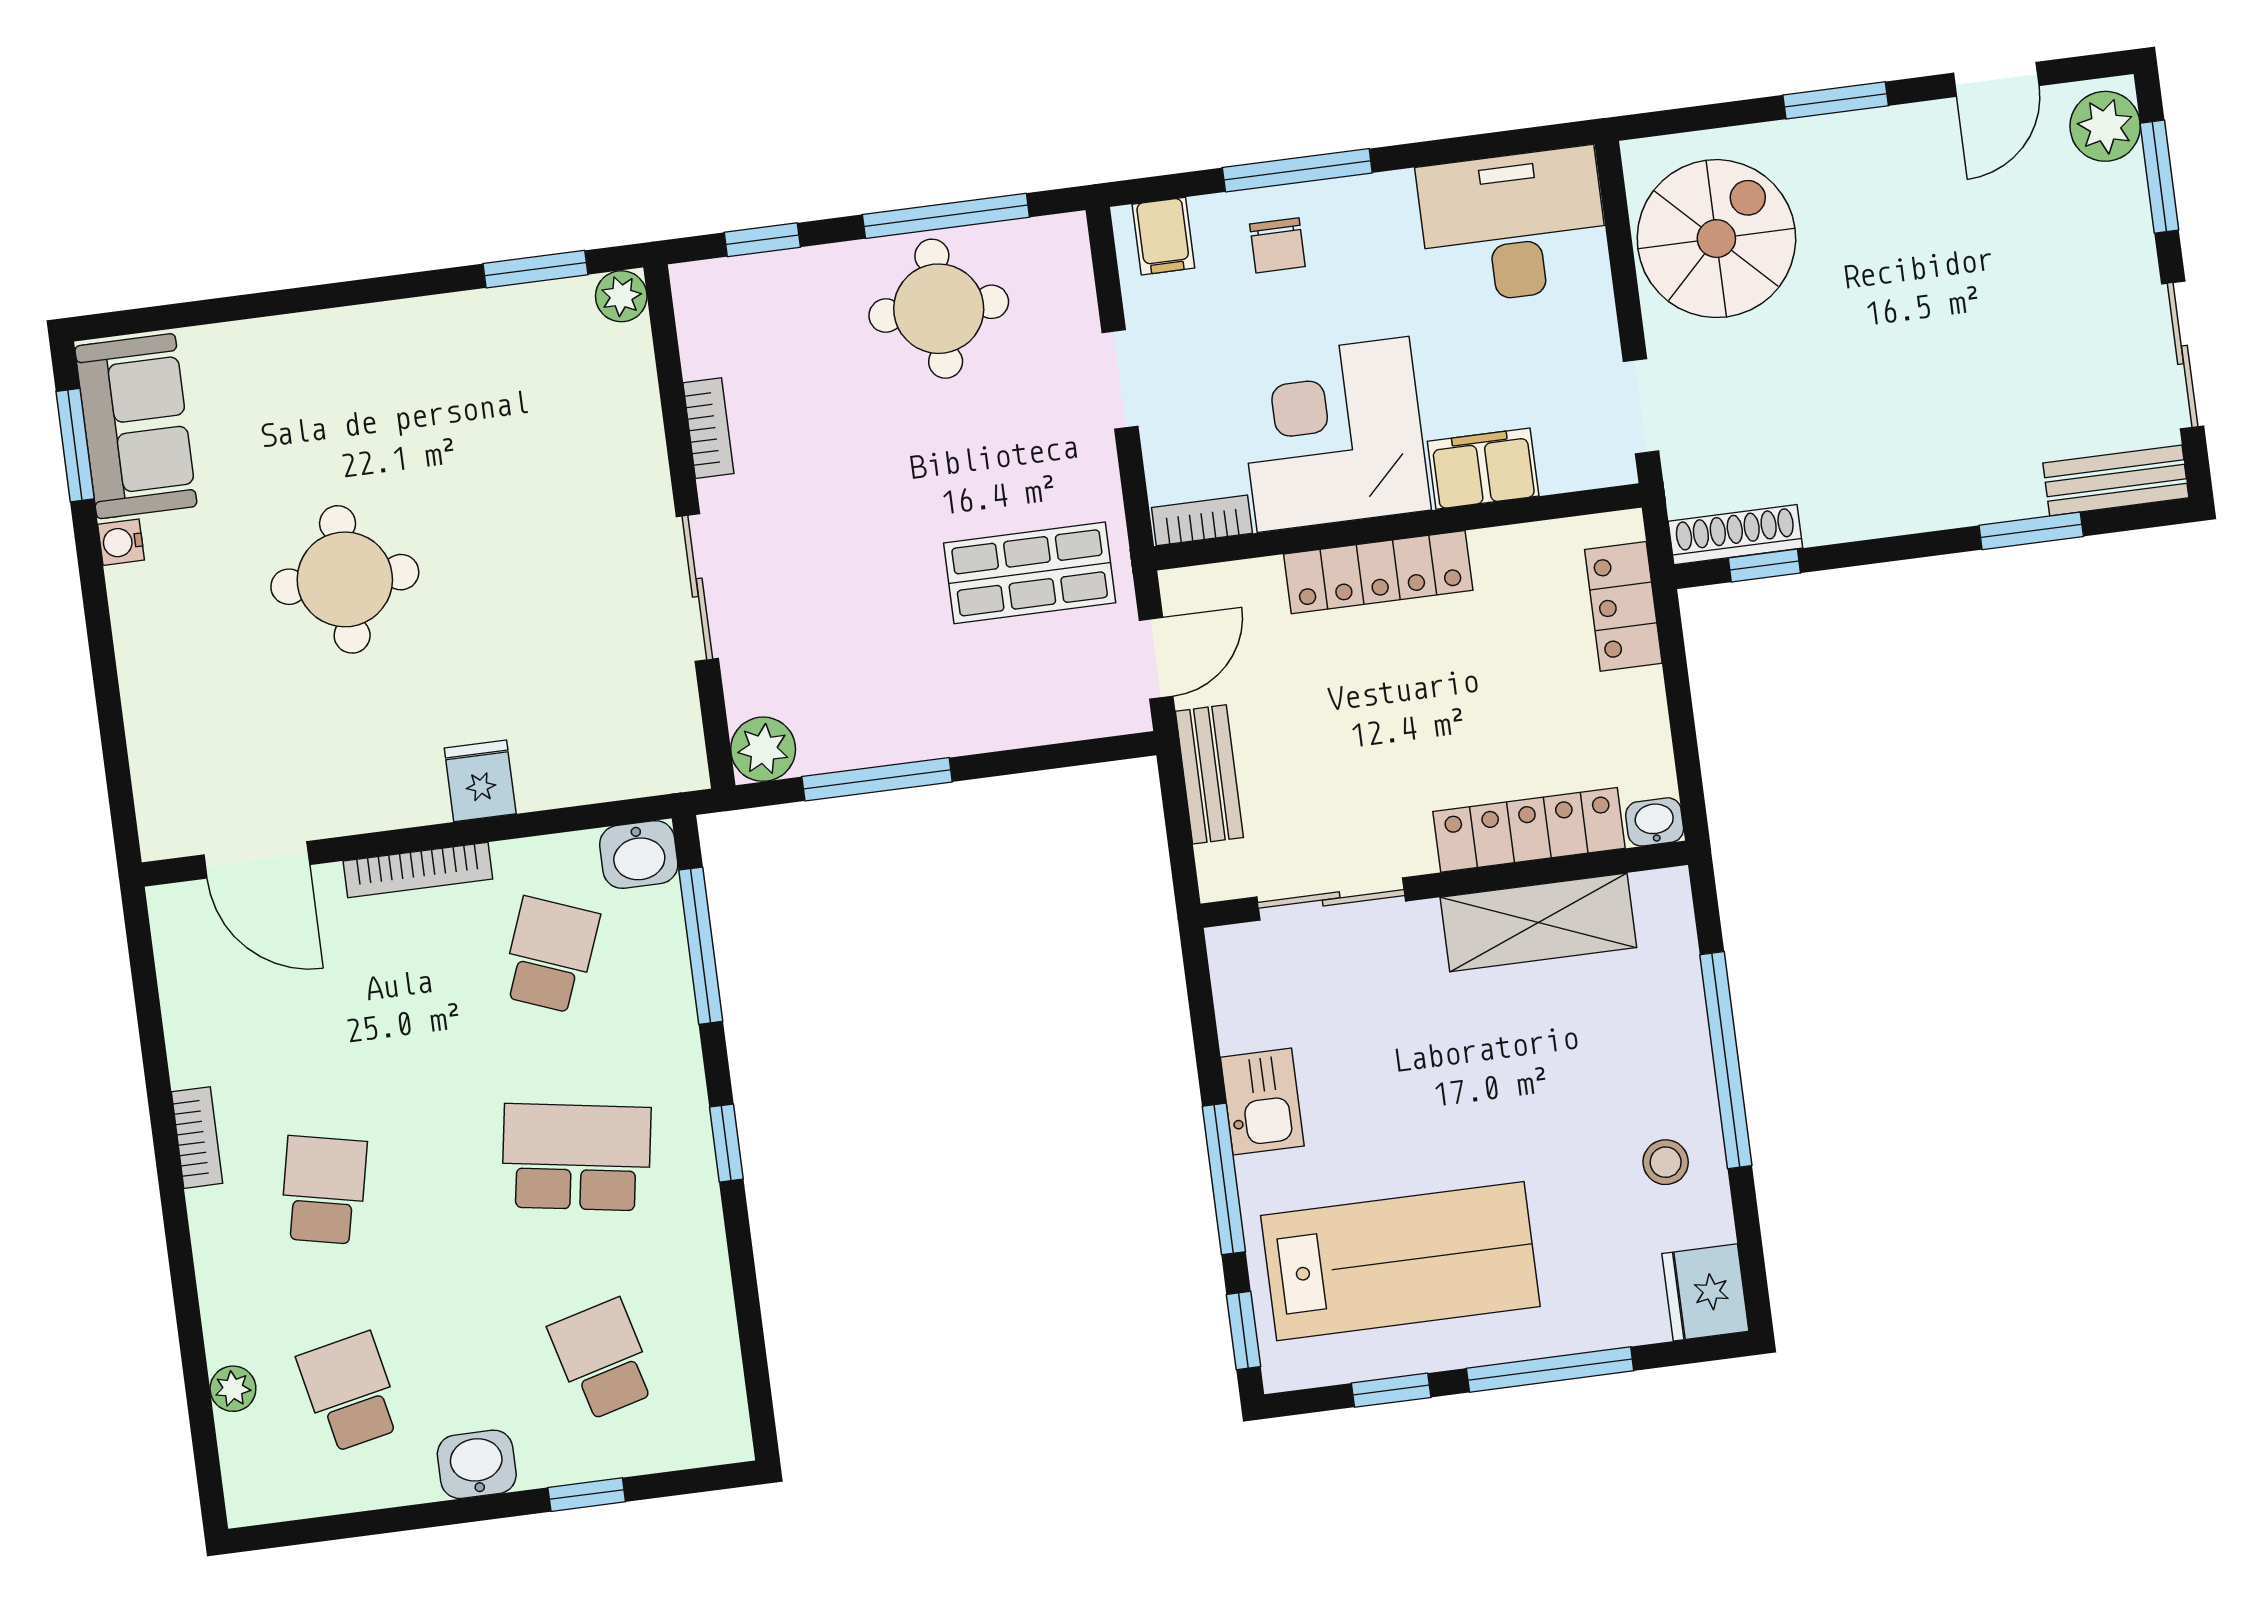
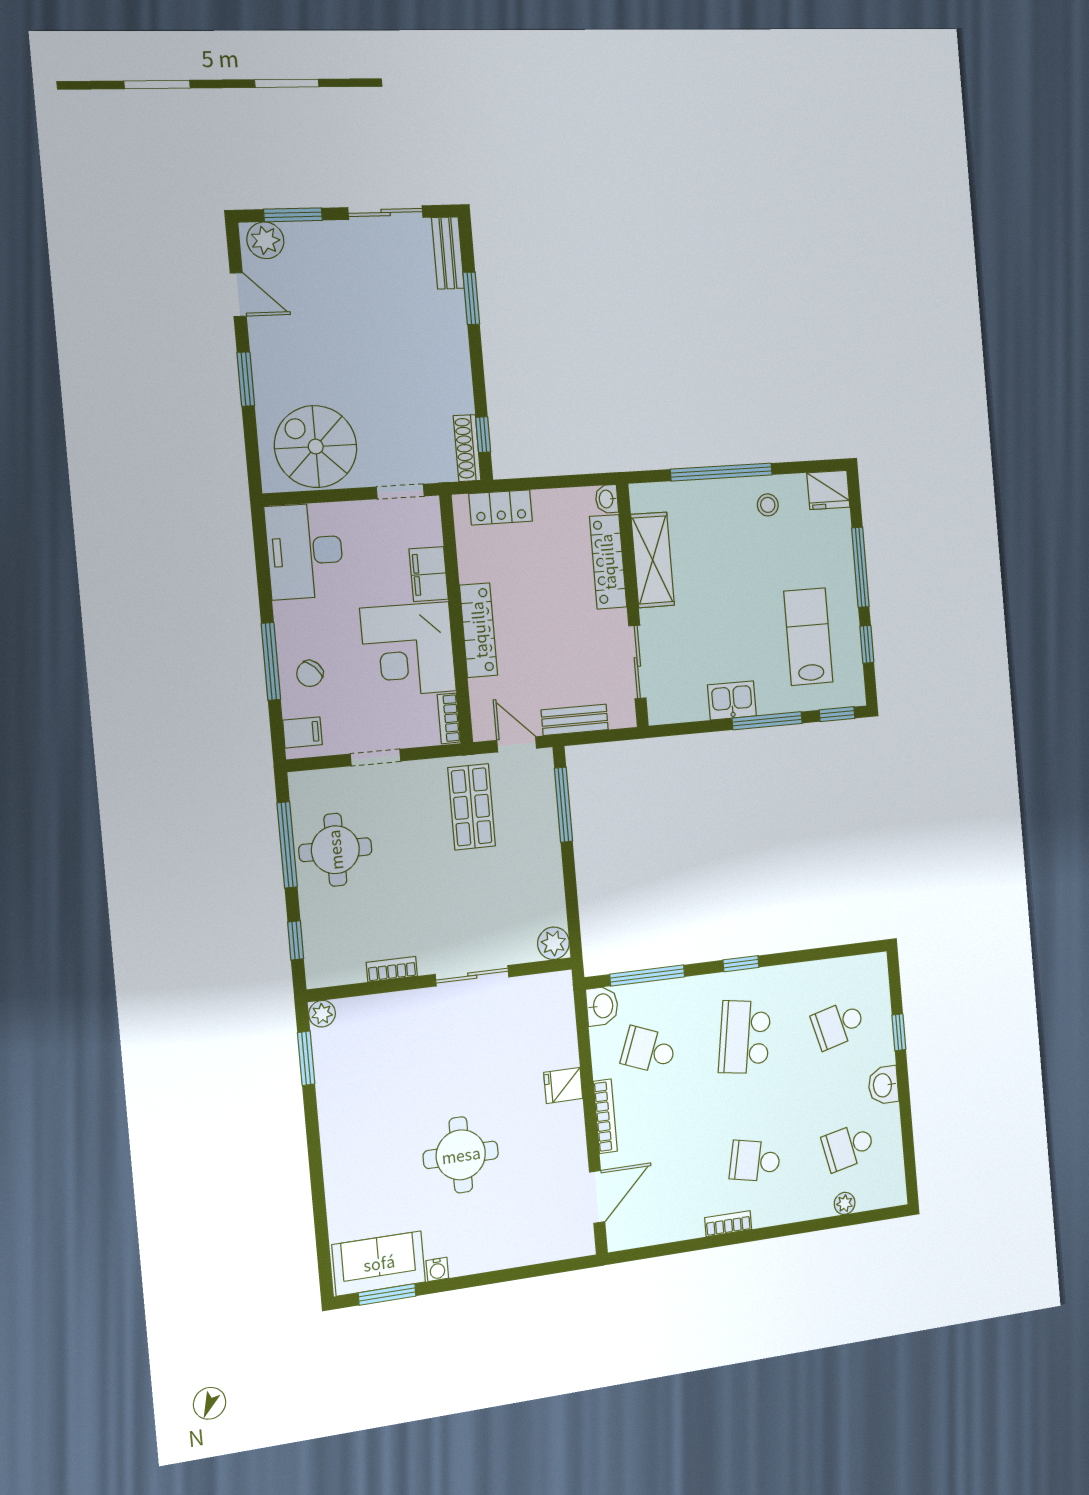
chair: (1277, 245) -> (310, 674), turned 134
window: (877, 779) -> (563, 805), moved
lab bench: (1400, 1261) -> (808, 637), width x0.73, depth x0.72

